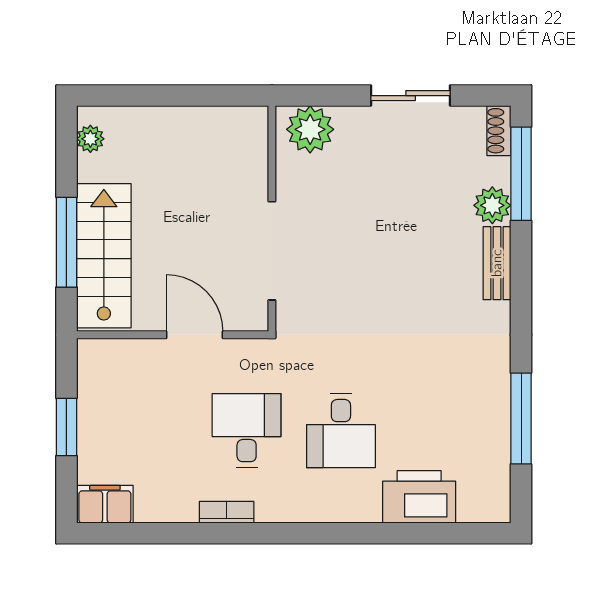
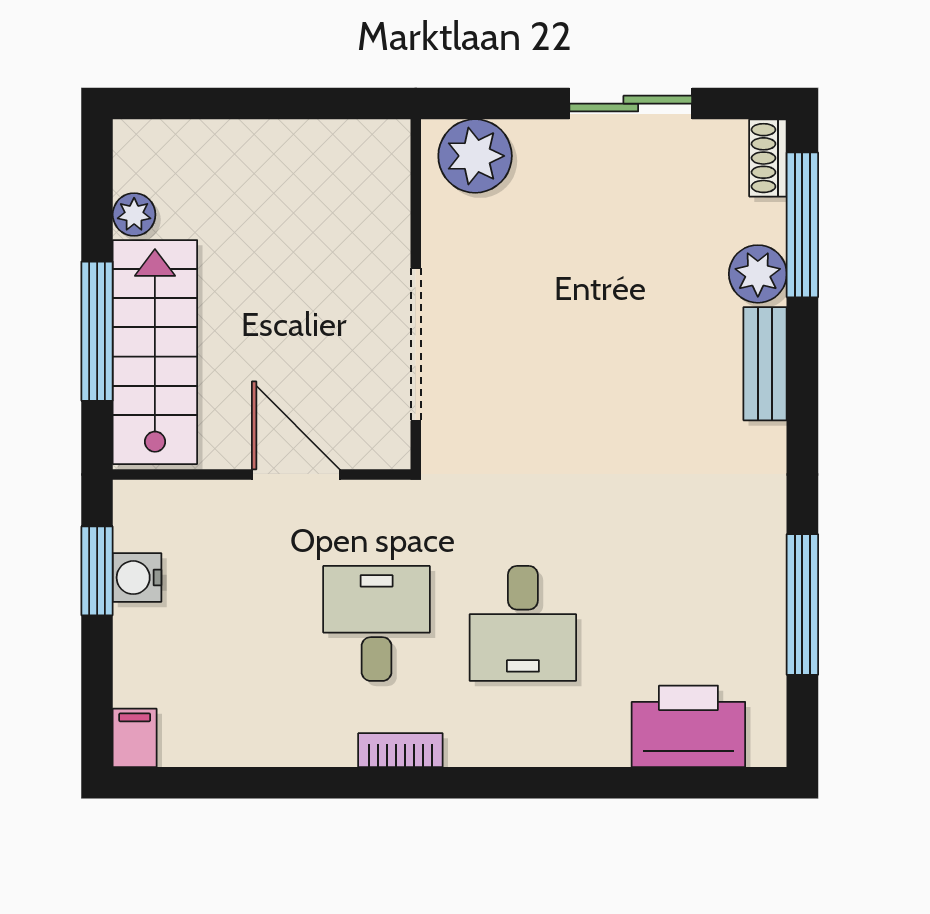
plant: (90, 139) -> (134, 215), moved
water cooler: (92, 401) -> (137, 578), added
window: (66, 427) -> (97, 571), moved
printer: (419, 497) -> (688, 726), moved
filing cabinet: (105, 504) -> (135, 738), width x0.50
bookcase: (227, 512) -> (400, 750), moved

